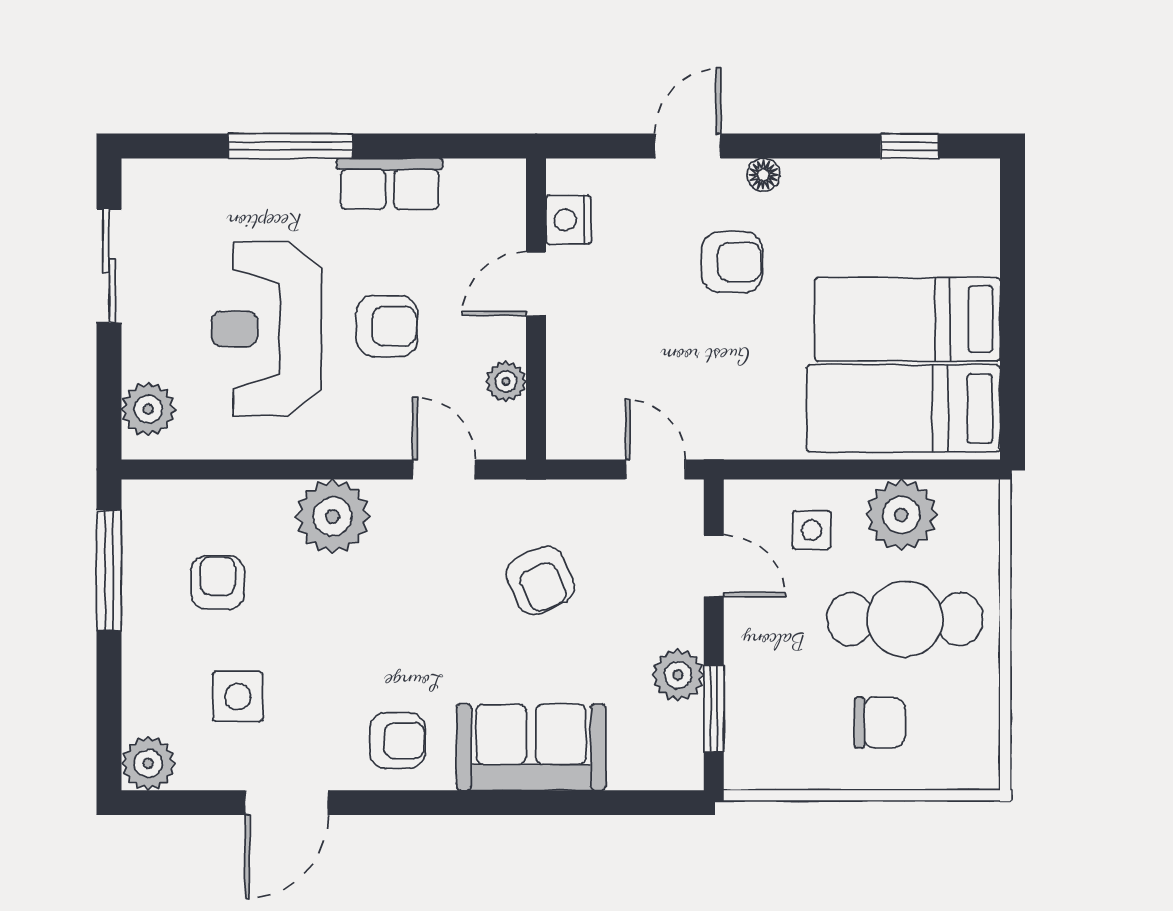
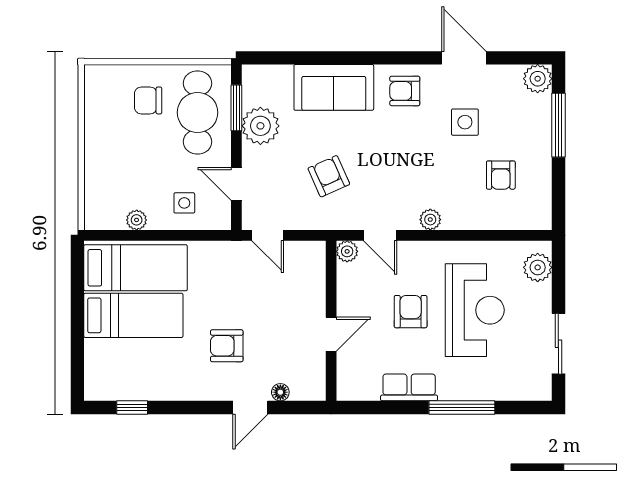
floor lamp: (763, 175) -> (280, 392), moved
nightstand: (569, 220) -> (314, 368), removed
armchair: (387, 326) -> (411, 312), turned 90
plant: (506, 381) -> (347, 251), moved
plant: (901, 515) -> (137, 220), width x0.53, depth x0.53
plant: (333, 516) -> (430, 220), width x0.53, depth x0.53
window: (109, 570) -> (558, 125), moved
cafe table: (905, 619) -> (198, 113), moved, turned 90
plant: (678, 675) -> (260, 126), width x1.36, depth x1.36
side table: (238, 696) -> (465, 122), moved
door: (287, 803) -> (464, 58), hinge flipped

